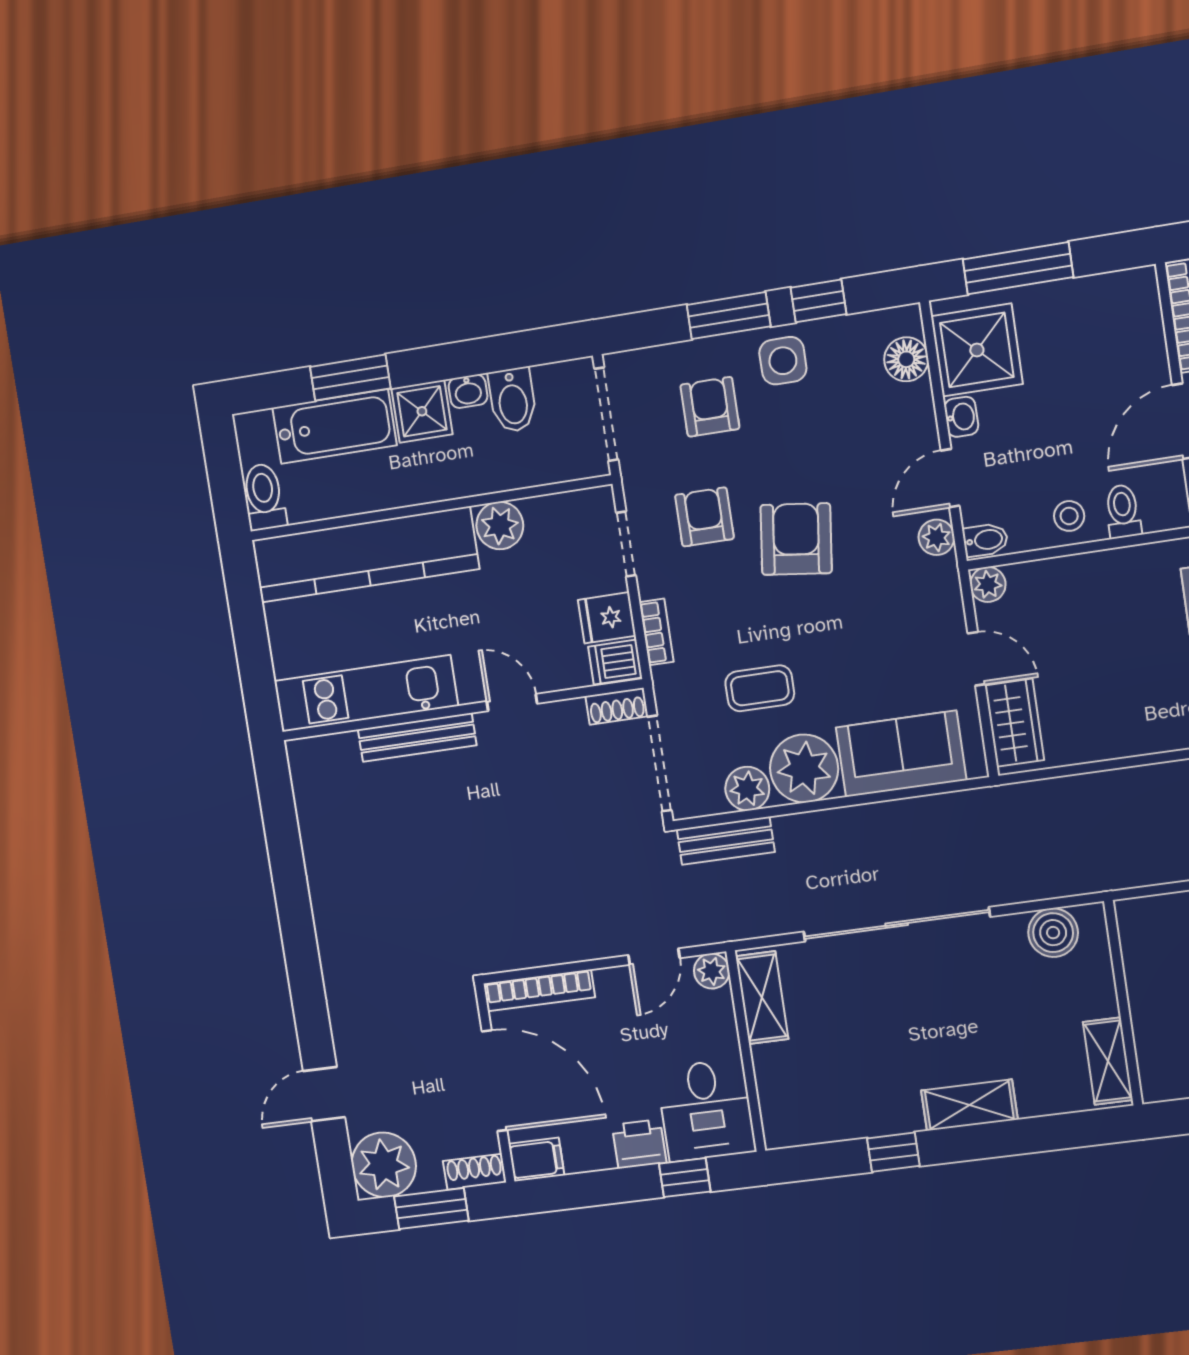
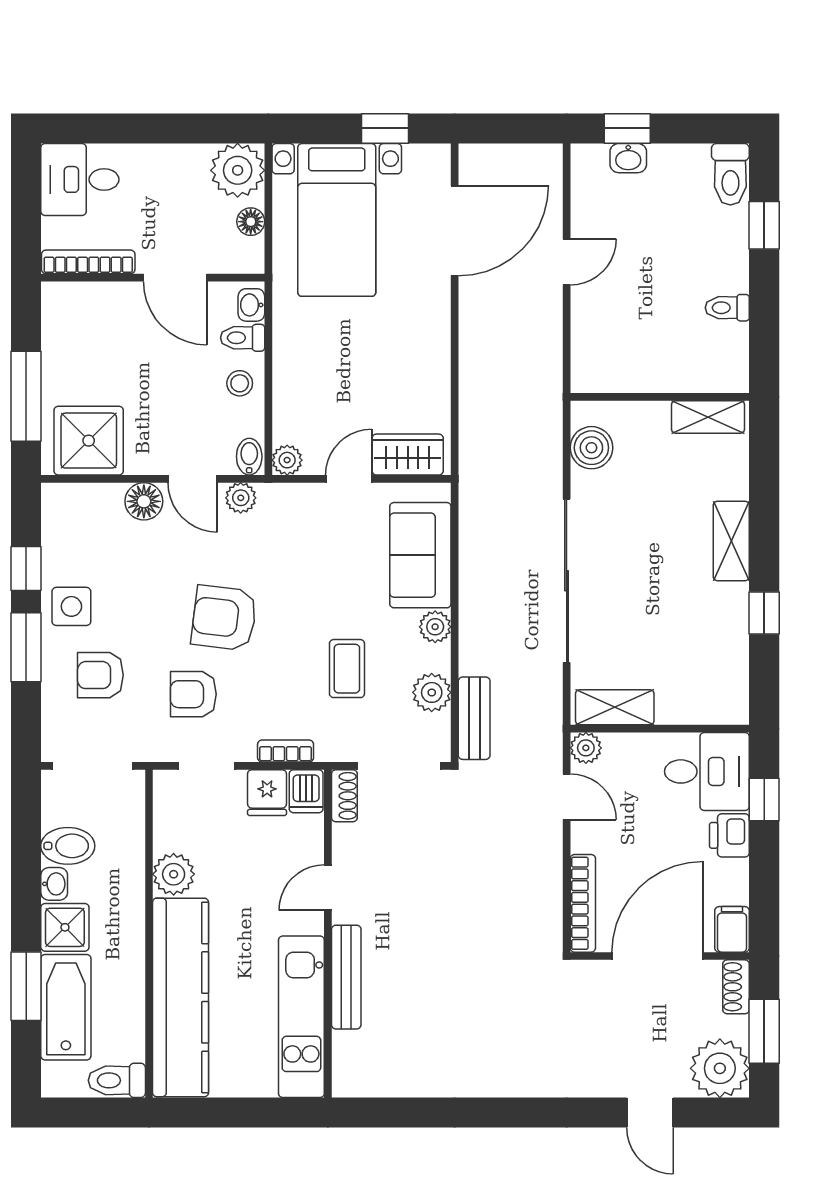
floor lamp: (906, 359) -> (144, 501), moved
washbasin: (961, 417) -> (251, 305), moved, turned -90
plant: (804, 769) -> (435, 627), width x0.53, depth x0.53

